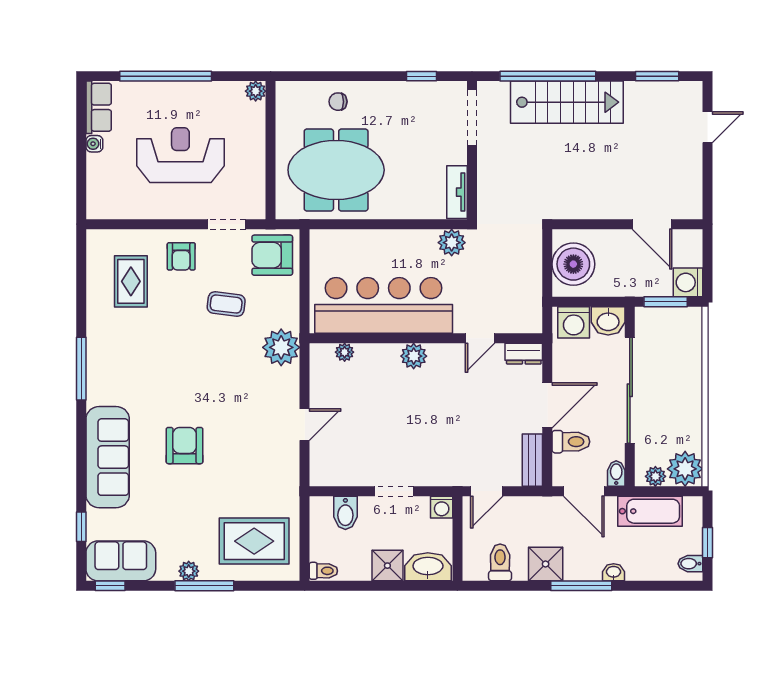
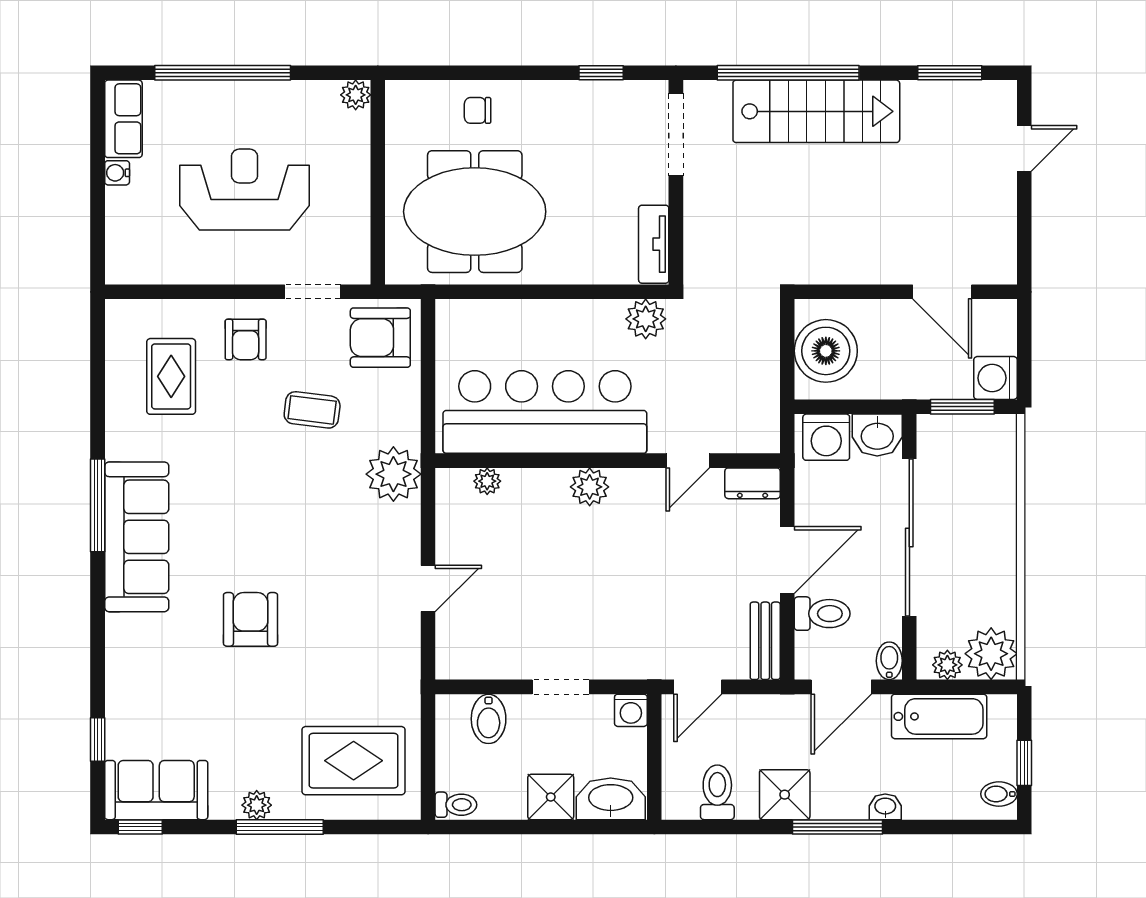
sofa: (108, 457) -> (137, 537), moved
door: (584, 491) -> (841, 687), hinge flipped

